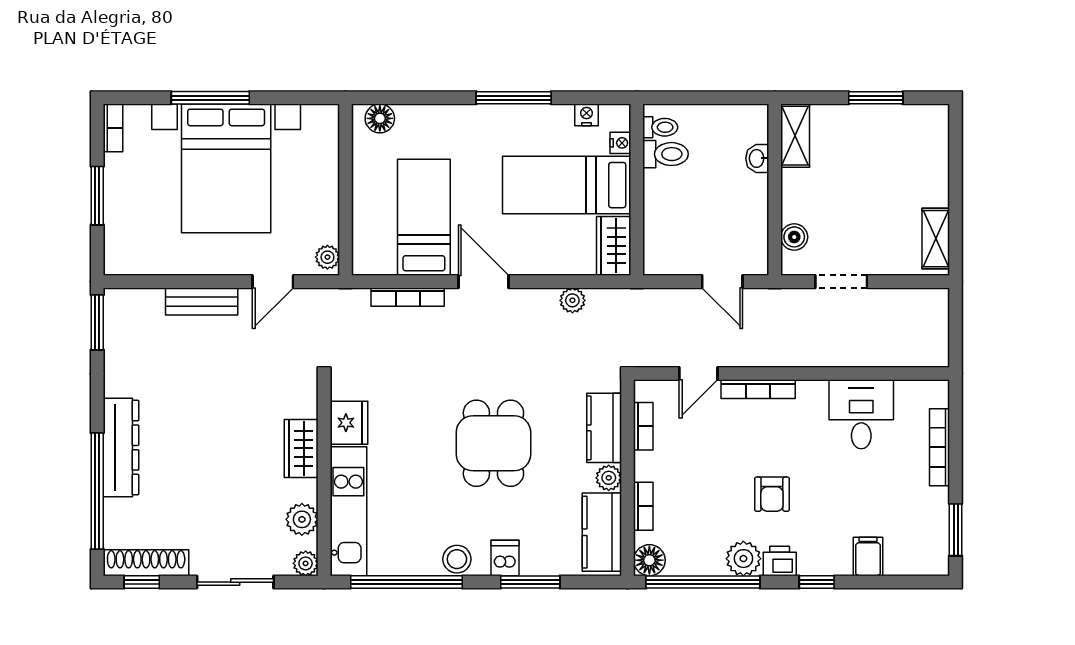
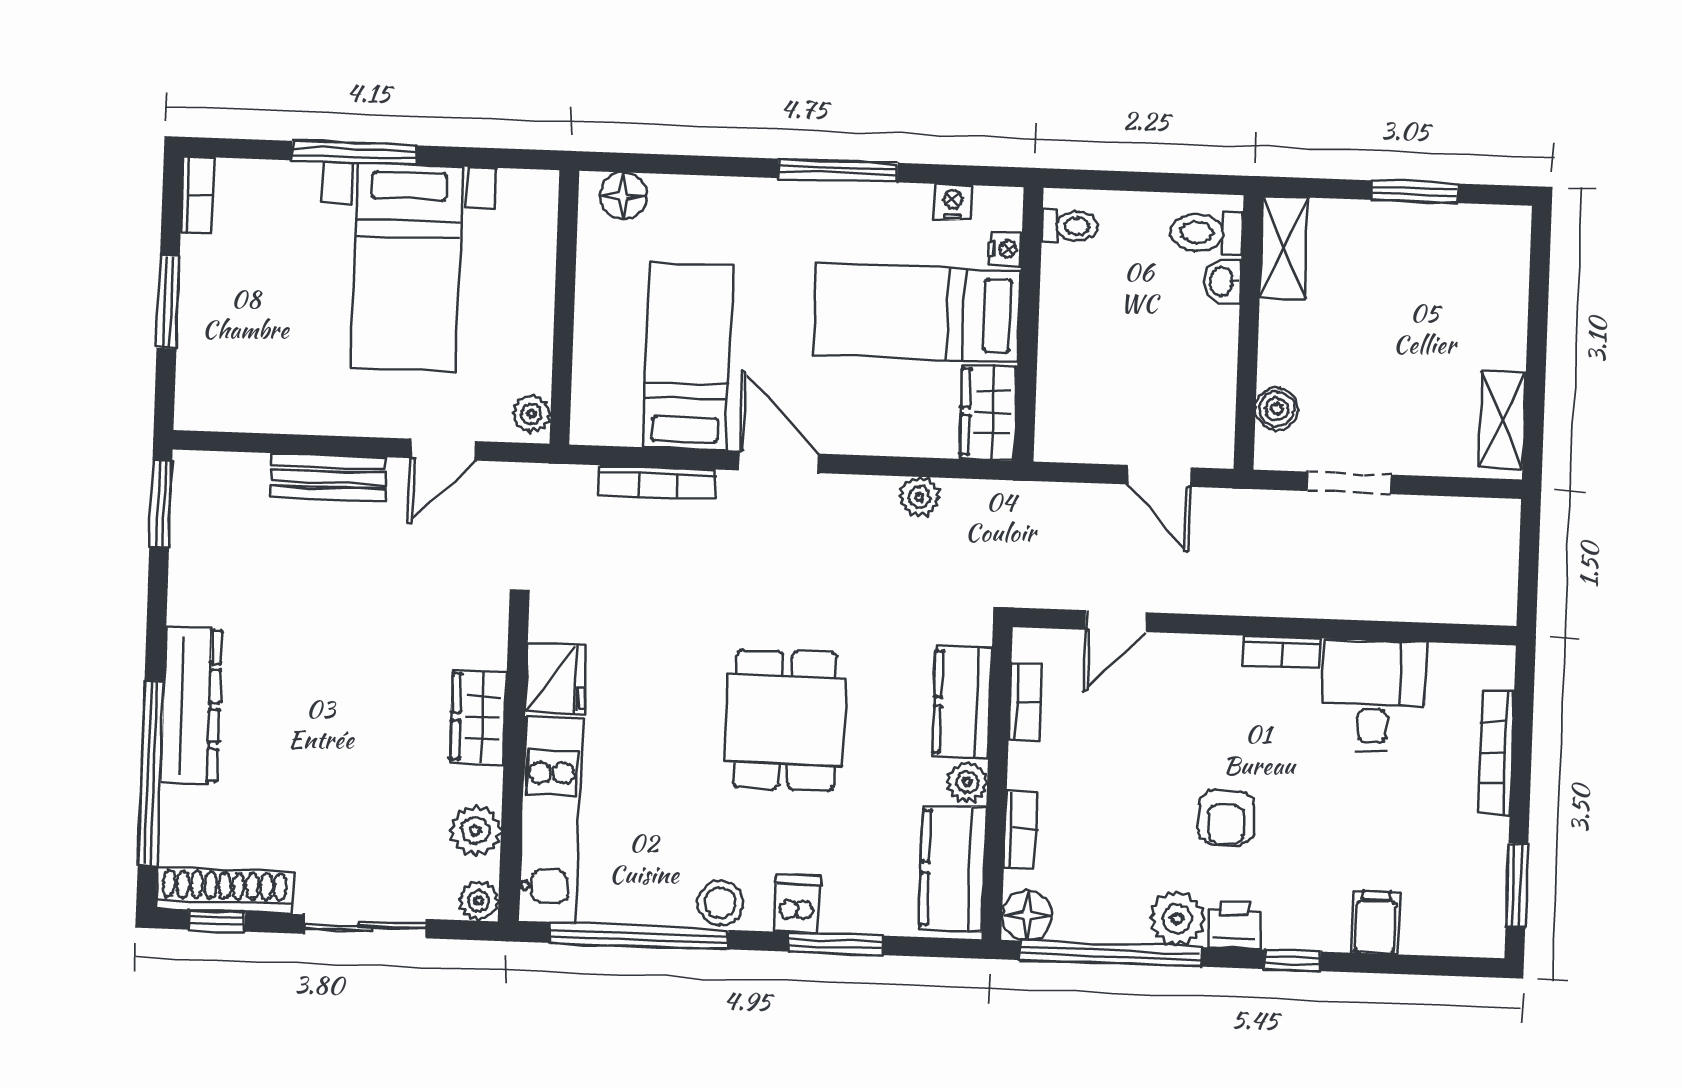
toilet: (666, 154) -> (1206, 233), moved, turned 180
bed with nightstands: (226, 168) -> (406, 268), width x0.73
bookcase: (758, 389) -> (1282, 652), moved, width x0.64

